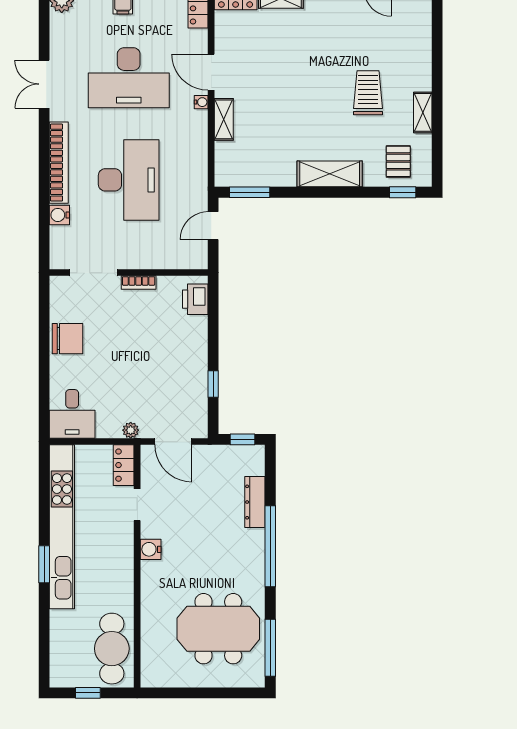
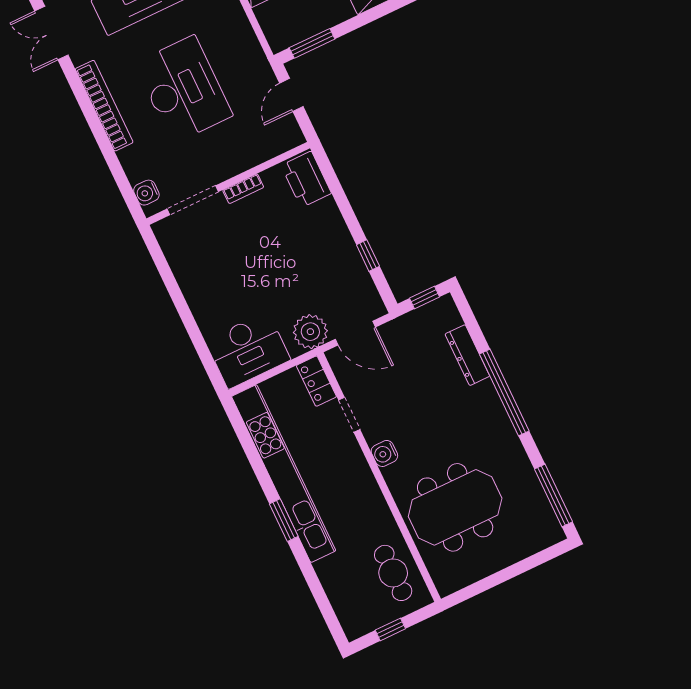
water cooler: (59, 215) -> (146, 193), moved
printer: (195, 299) -> (306, 179), width x1.37, depth x1.19
chair: (68, 339) -> (198, 280), removed
desk: (72, 414) -> (248, 350), width x1.37
plant: (131, 430) -> (310, 332), width x1.88, depth x1.88
meeting table: (218, 629) -> (455, 507), moved
cafe table: (112, 649) -> (393, 573), width x0.73, depth x0.74

